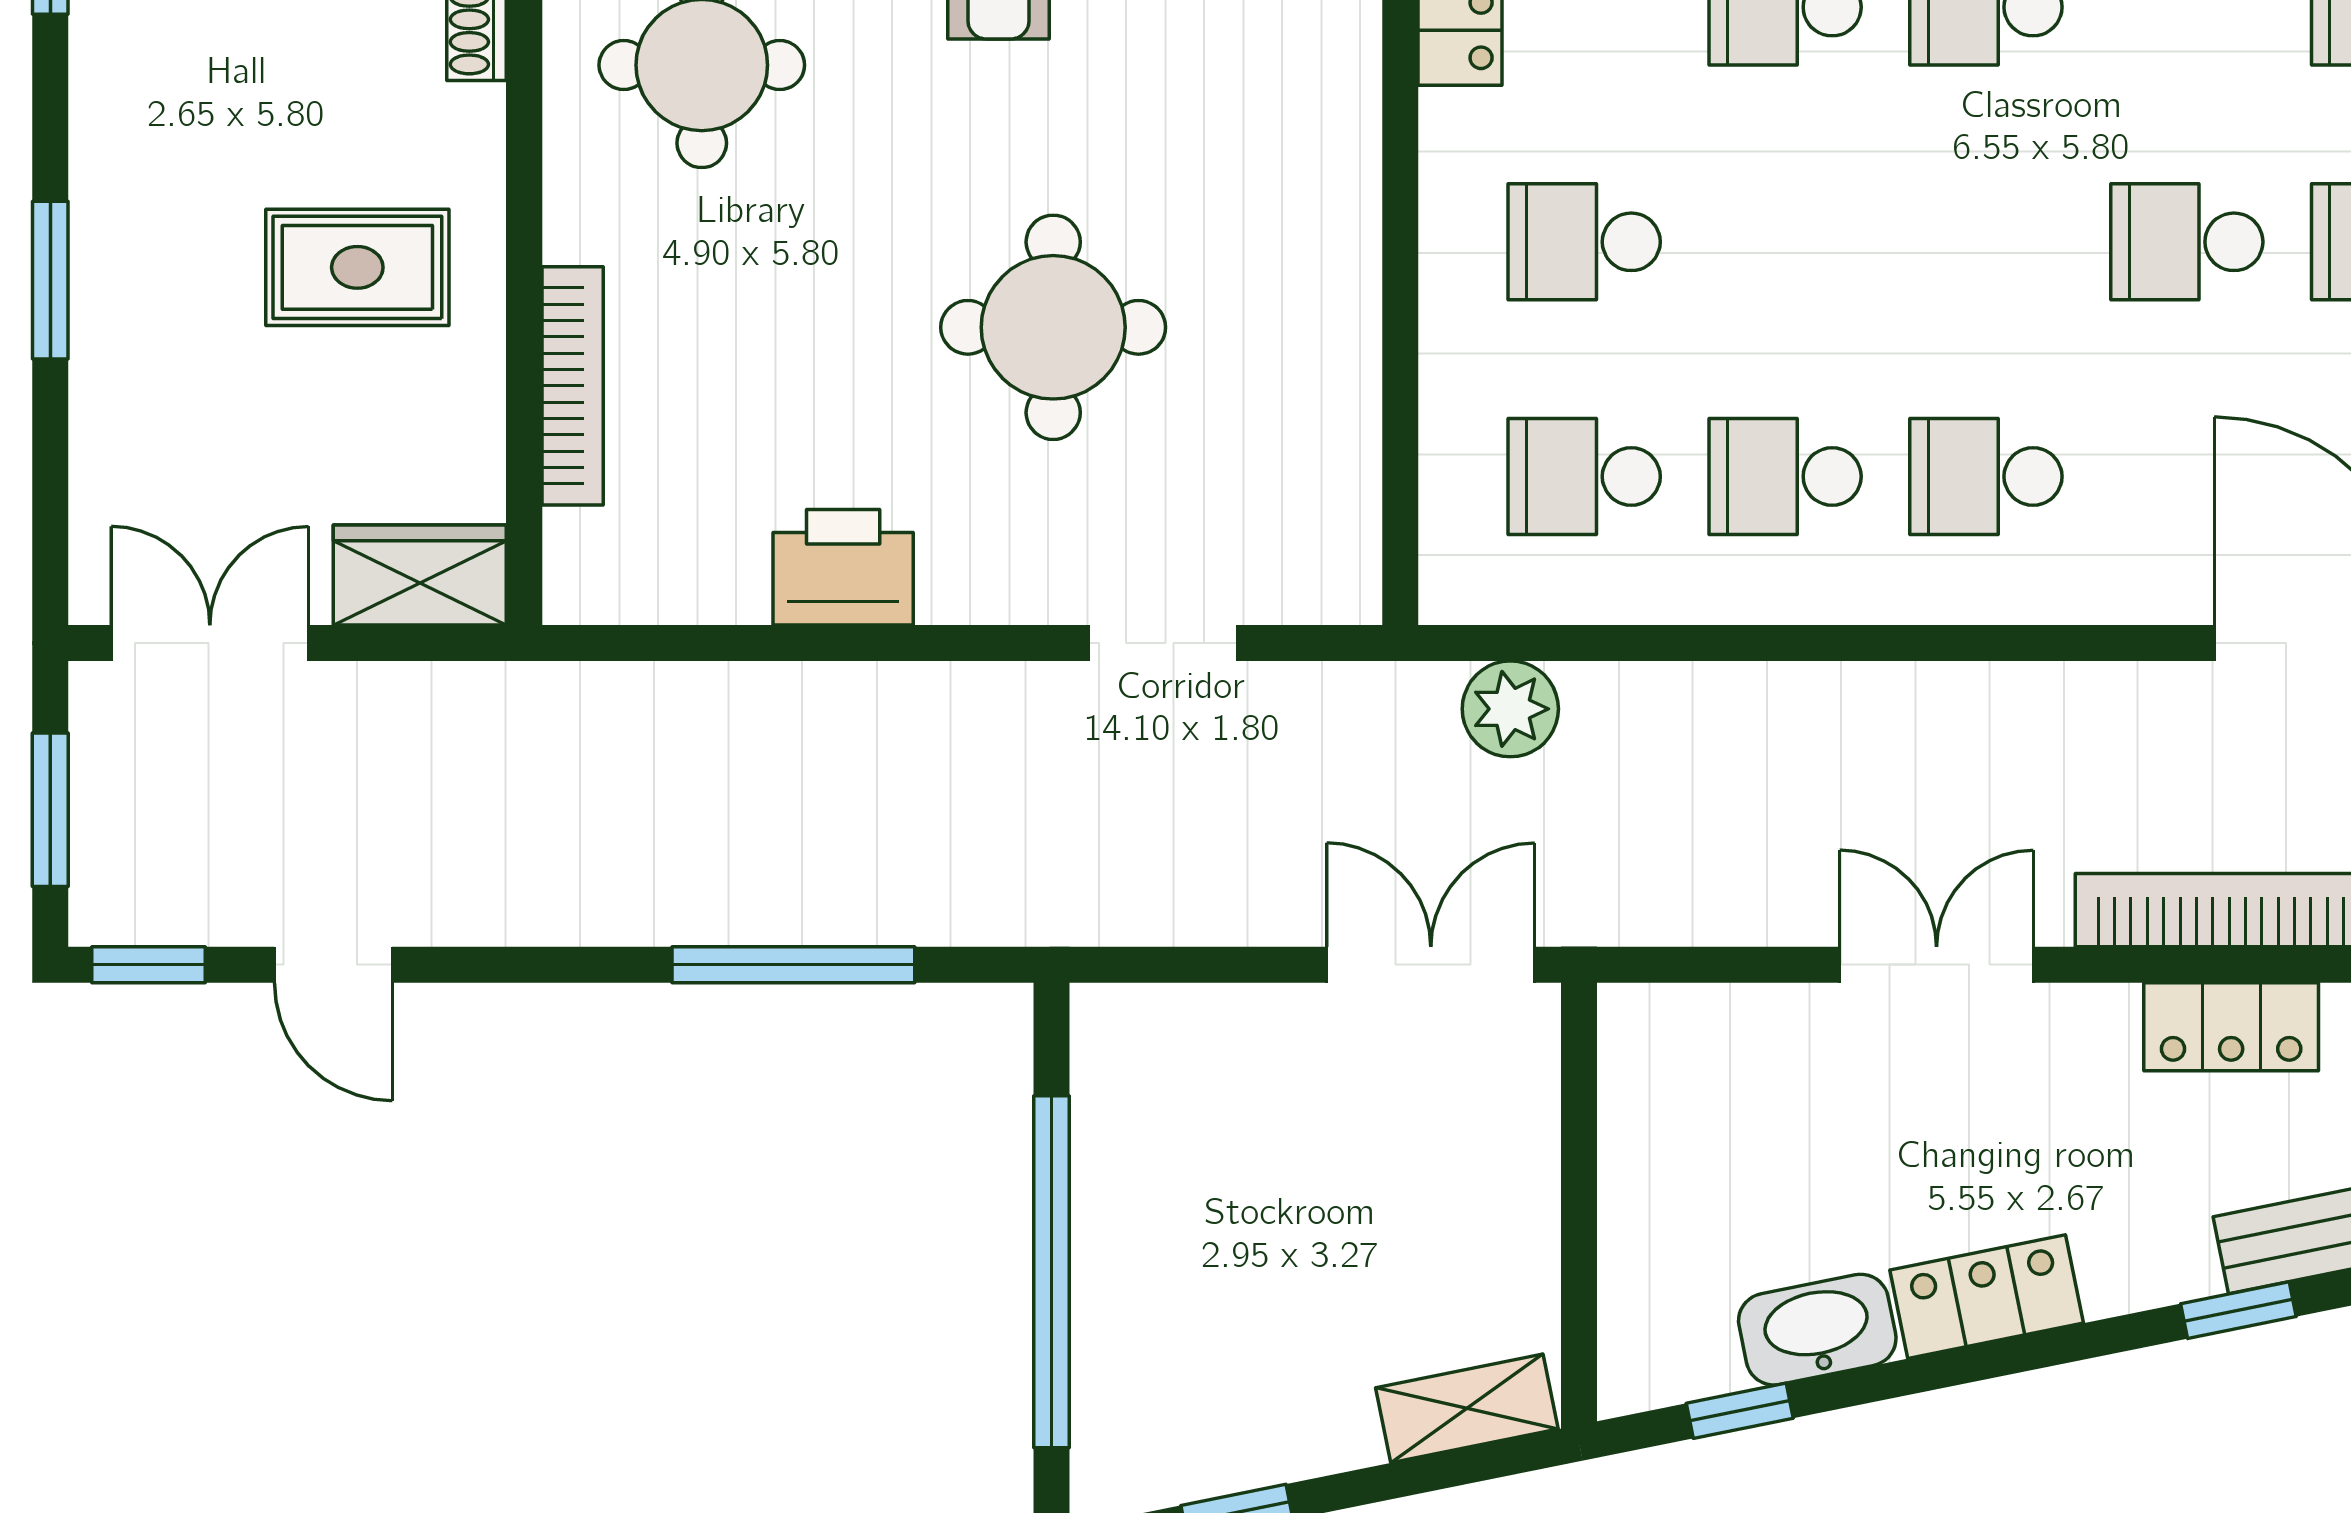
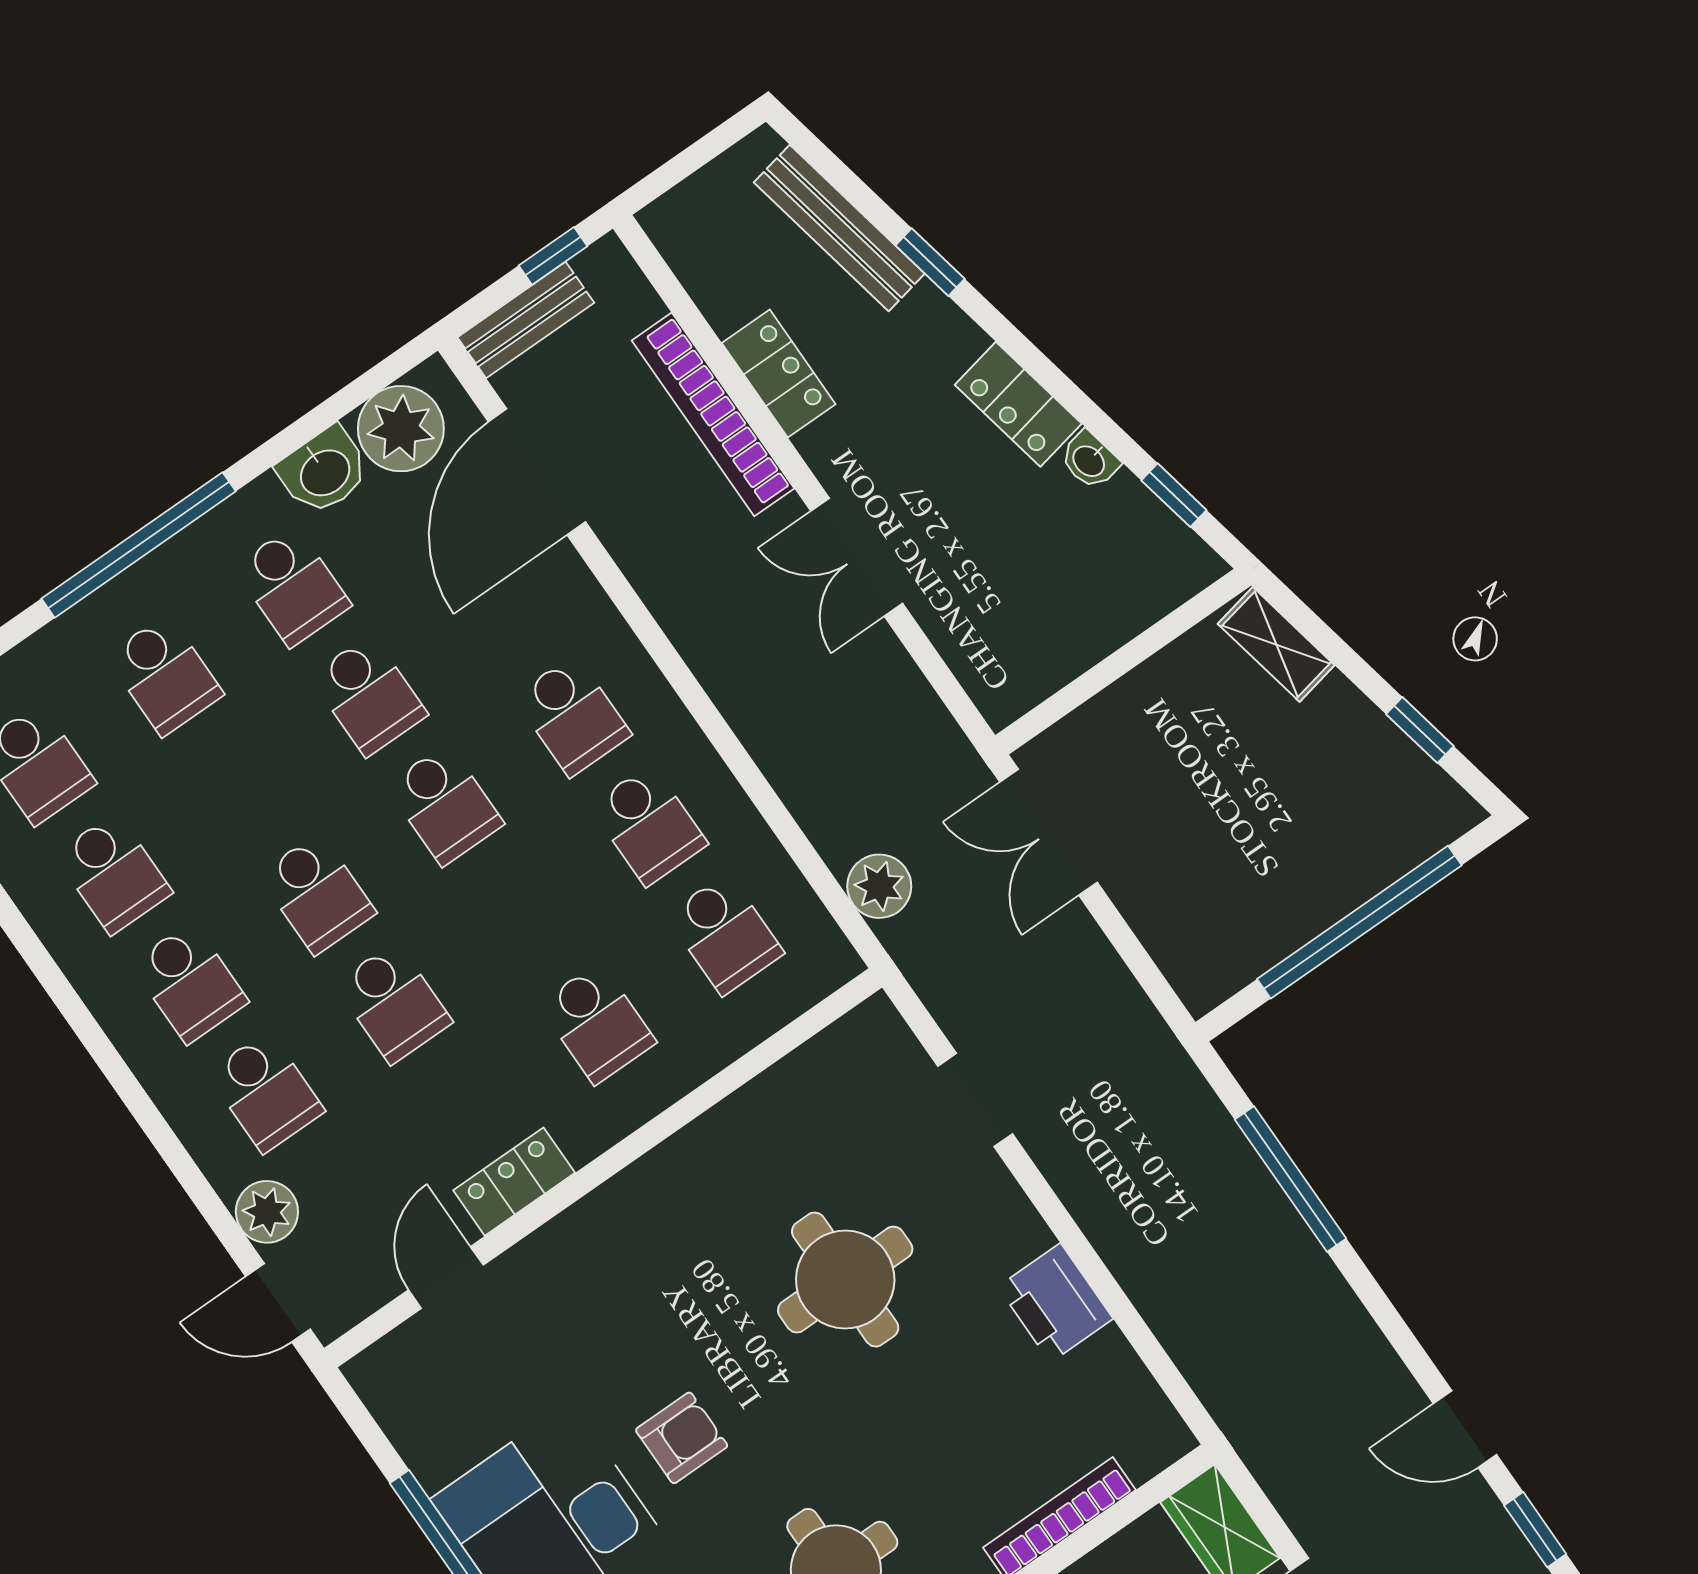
school desk: (1986, 242) -> (445, 805), added
door: (333, 965) -> (1465, 1429), swing flipped
washbasin: (1817, 1330) -> (1090, 460), width x0.52, depth x0.69

